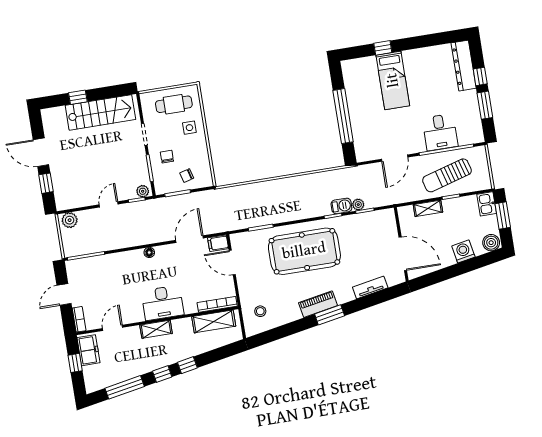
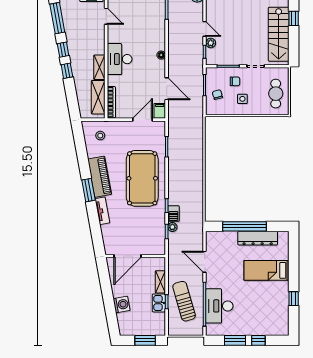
window: (383, 48) -> (294, 299), moved
dresser: (464, 66) -> (258, 238), moved, turned 180
side table: (189, 128) -> (242, 99), moved
desk: (440, 132) -> (219, 306), width x1.37
plant: (143, 191) -> (211, 43), moved
kitchen sink: (487, 204) -> (159, 303), moved, turned -90
boiler: (491, 243) -> (125, 328), removed
tv unit: (370, 287) -> (102, 211), moved
piano: (318, 304) -> (100, 177), width x1.37, depth x1.33
shelving: (156, 329) -> (99, 67), moved

